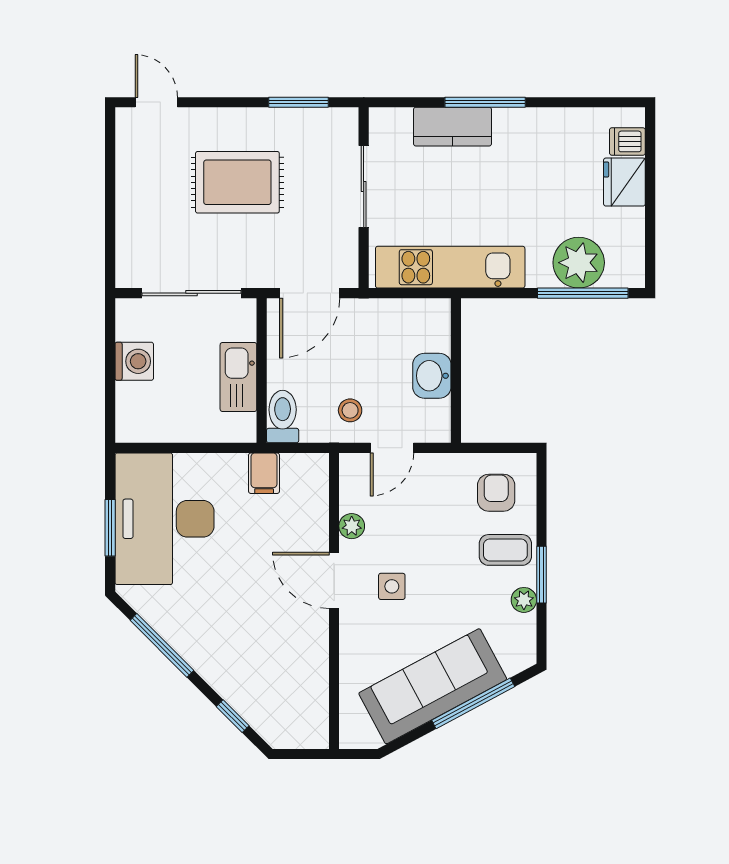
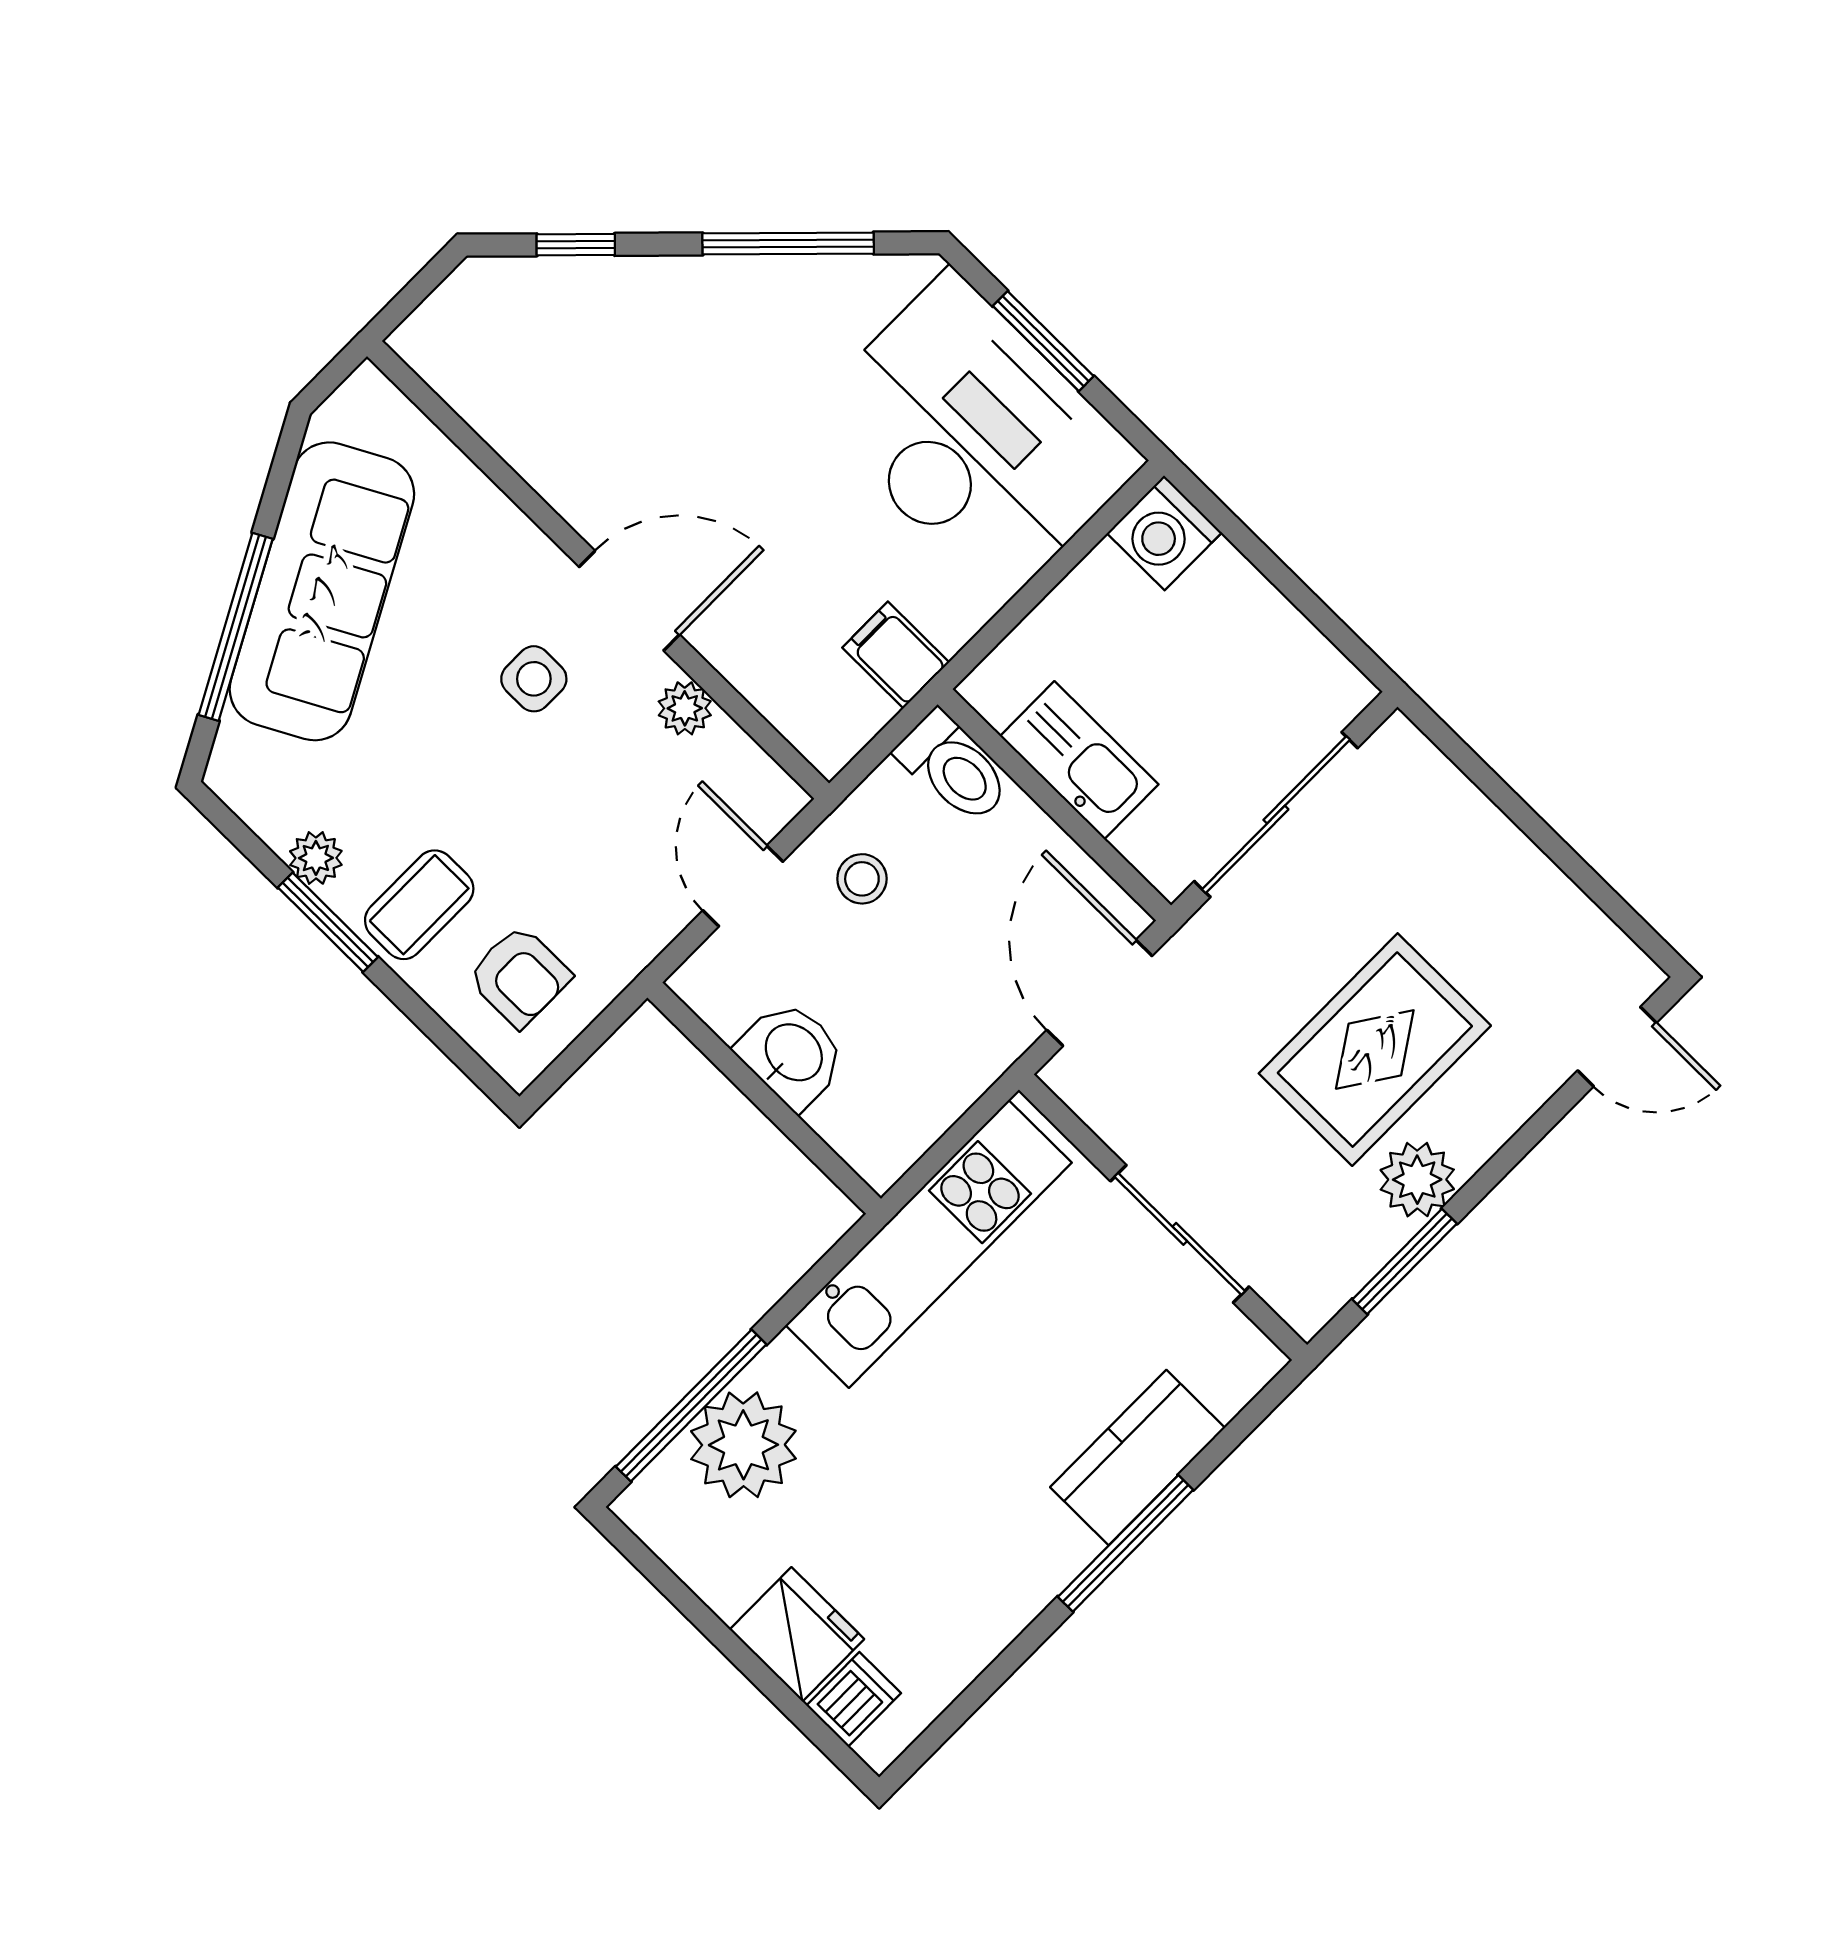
plant: (267, 125) -> (1417, 1180), added
washing machine: (134, 361) -> (1164, 533), moved

